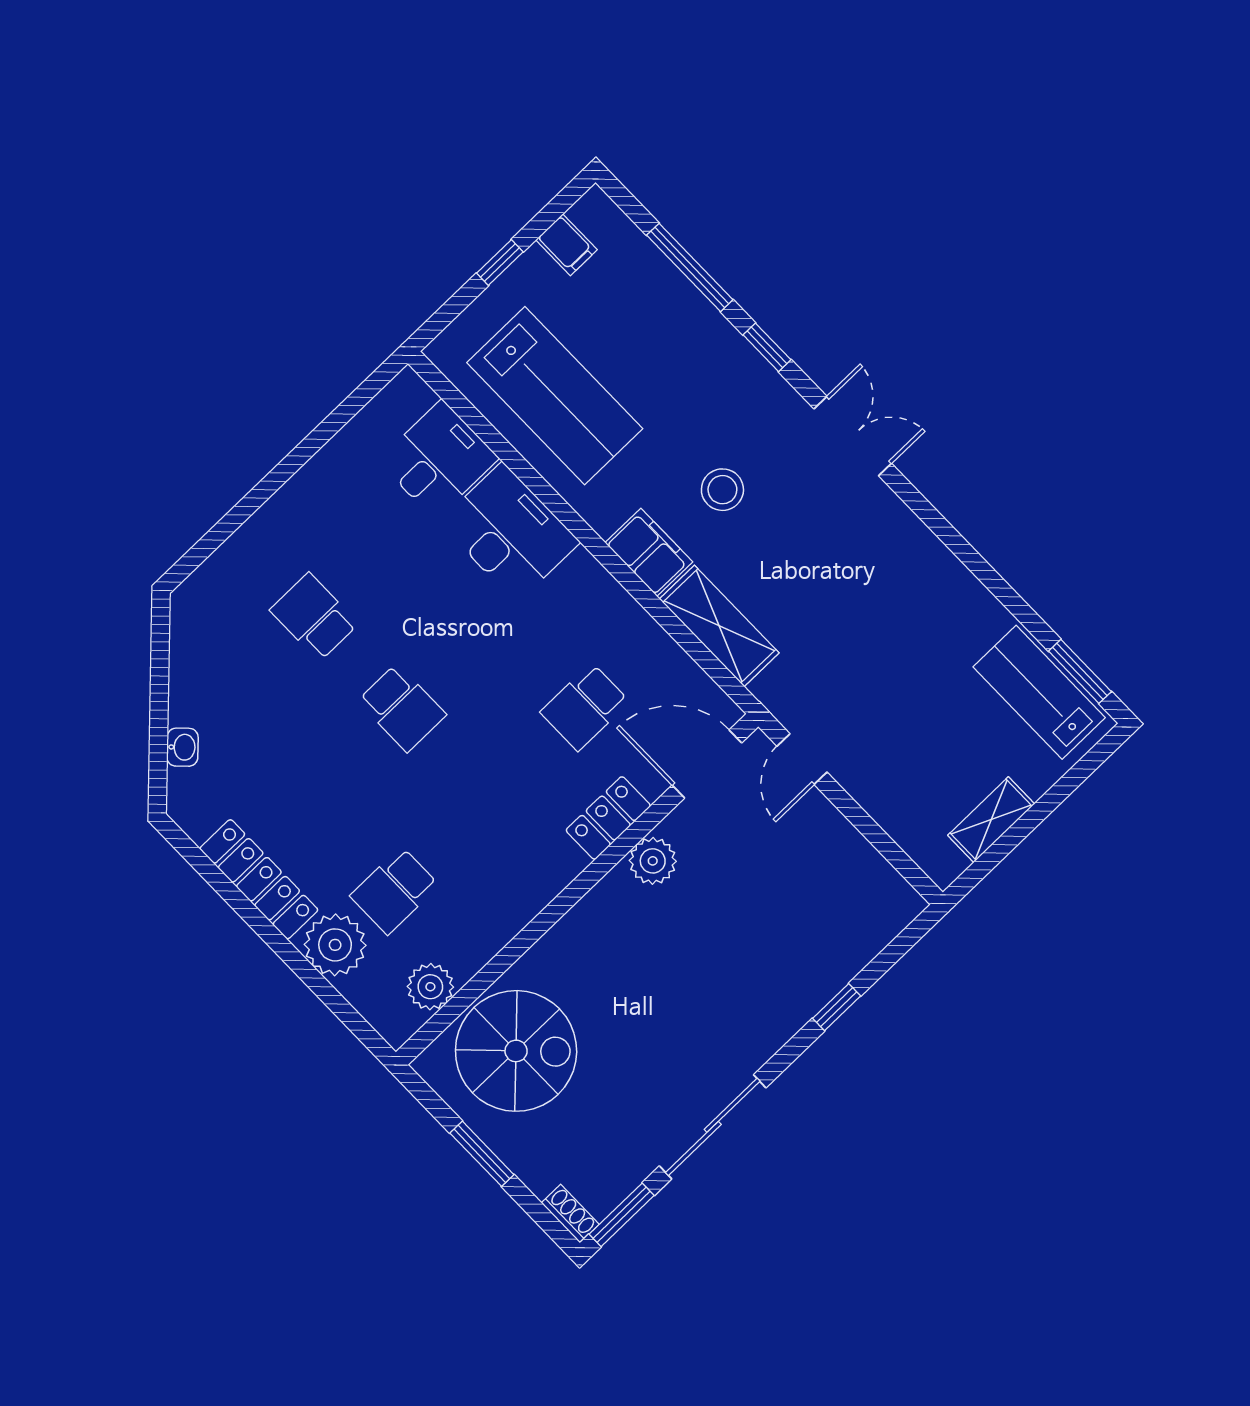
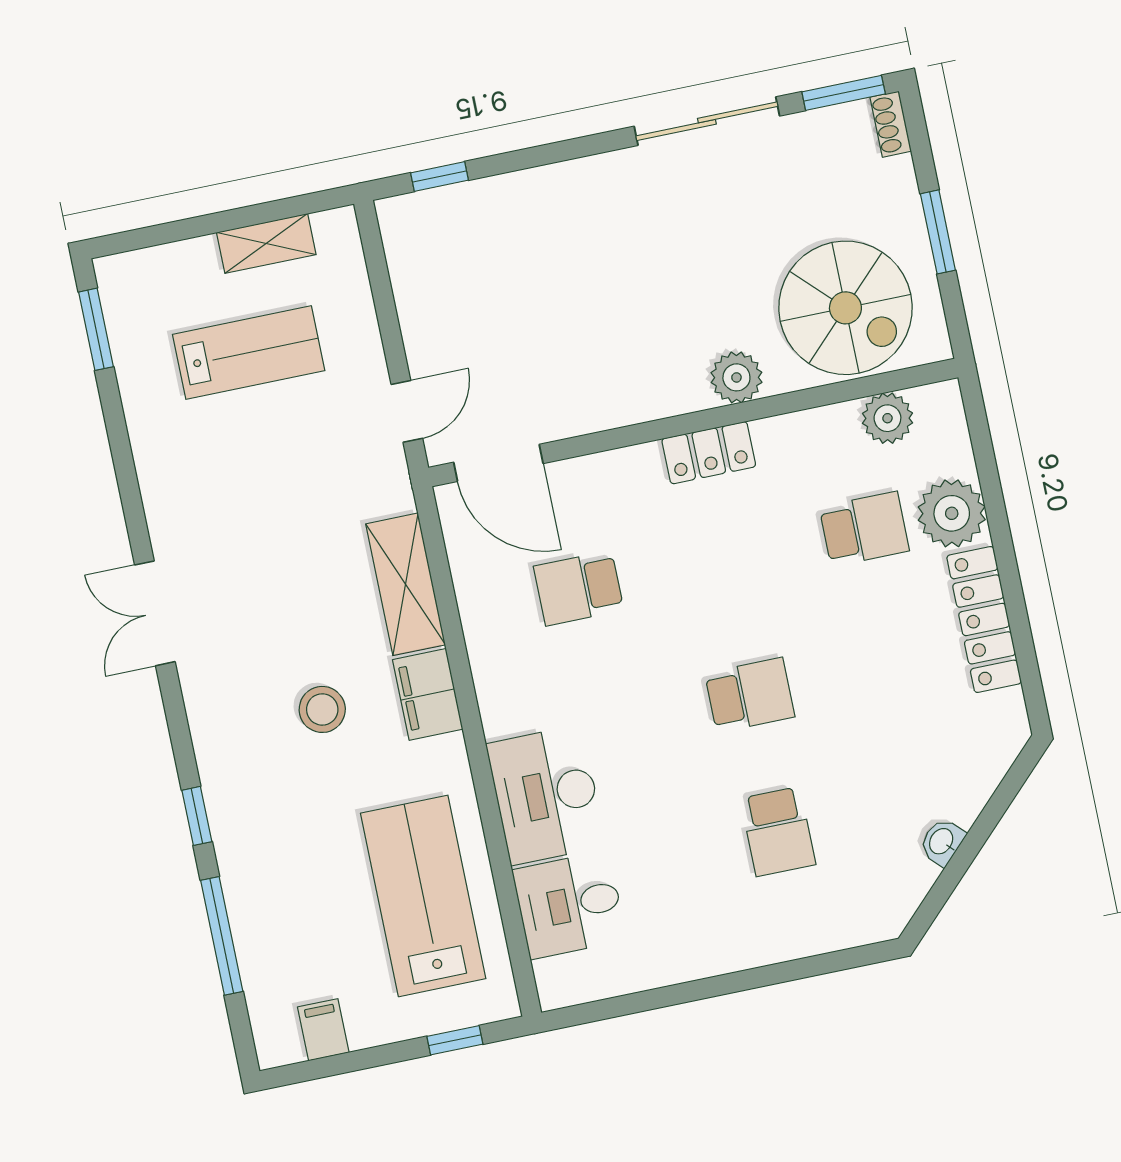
window: (500, 263) -> (455, 1040), moved
double door: (853, 436) -> (155, 613), moved
lab bench: (1039, 692) -> (249, 353), moved, turned -90
school desk: (585, 707) -> (579, 588), turned 180
school desk: (402, 708) -> (750, 695), turned 90
washbasin: (182, 747) -> (942, 842), moved
locker: (608, 818) -> (709, 453), moved
plant: (653, 861) -> (736, 377), moved
window: (837, 1007) -> (439, 177), moved
spiral stairs: (516, 1051) -> (845, 308), turned 180

